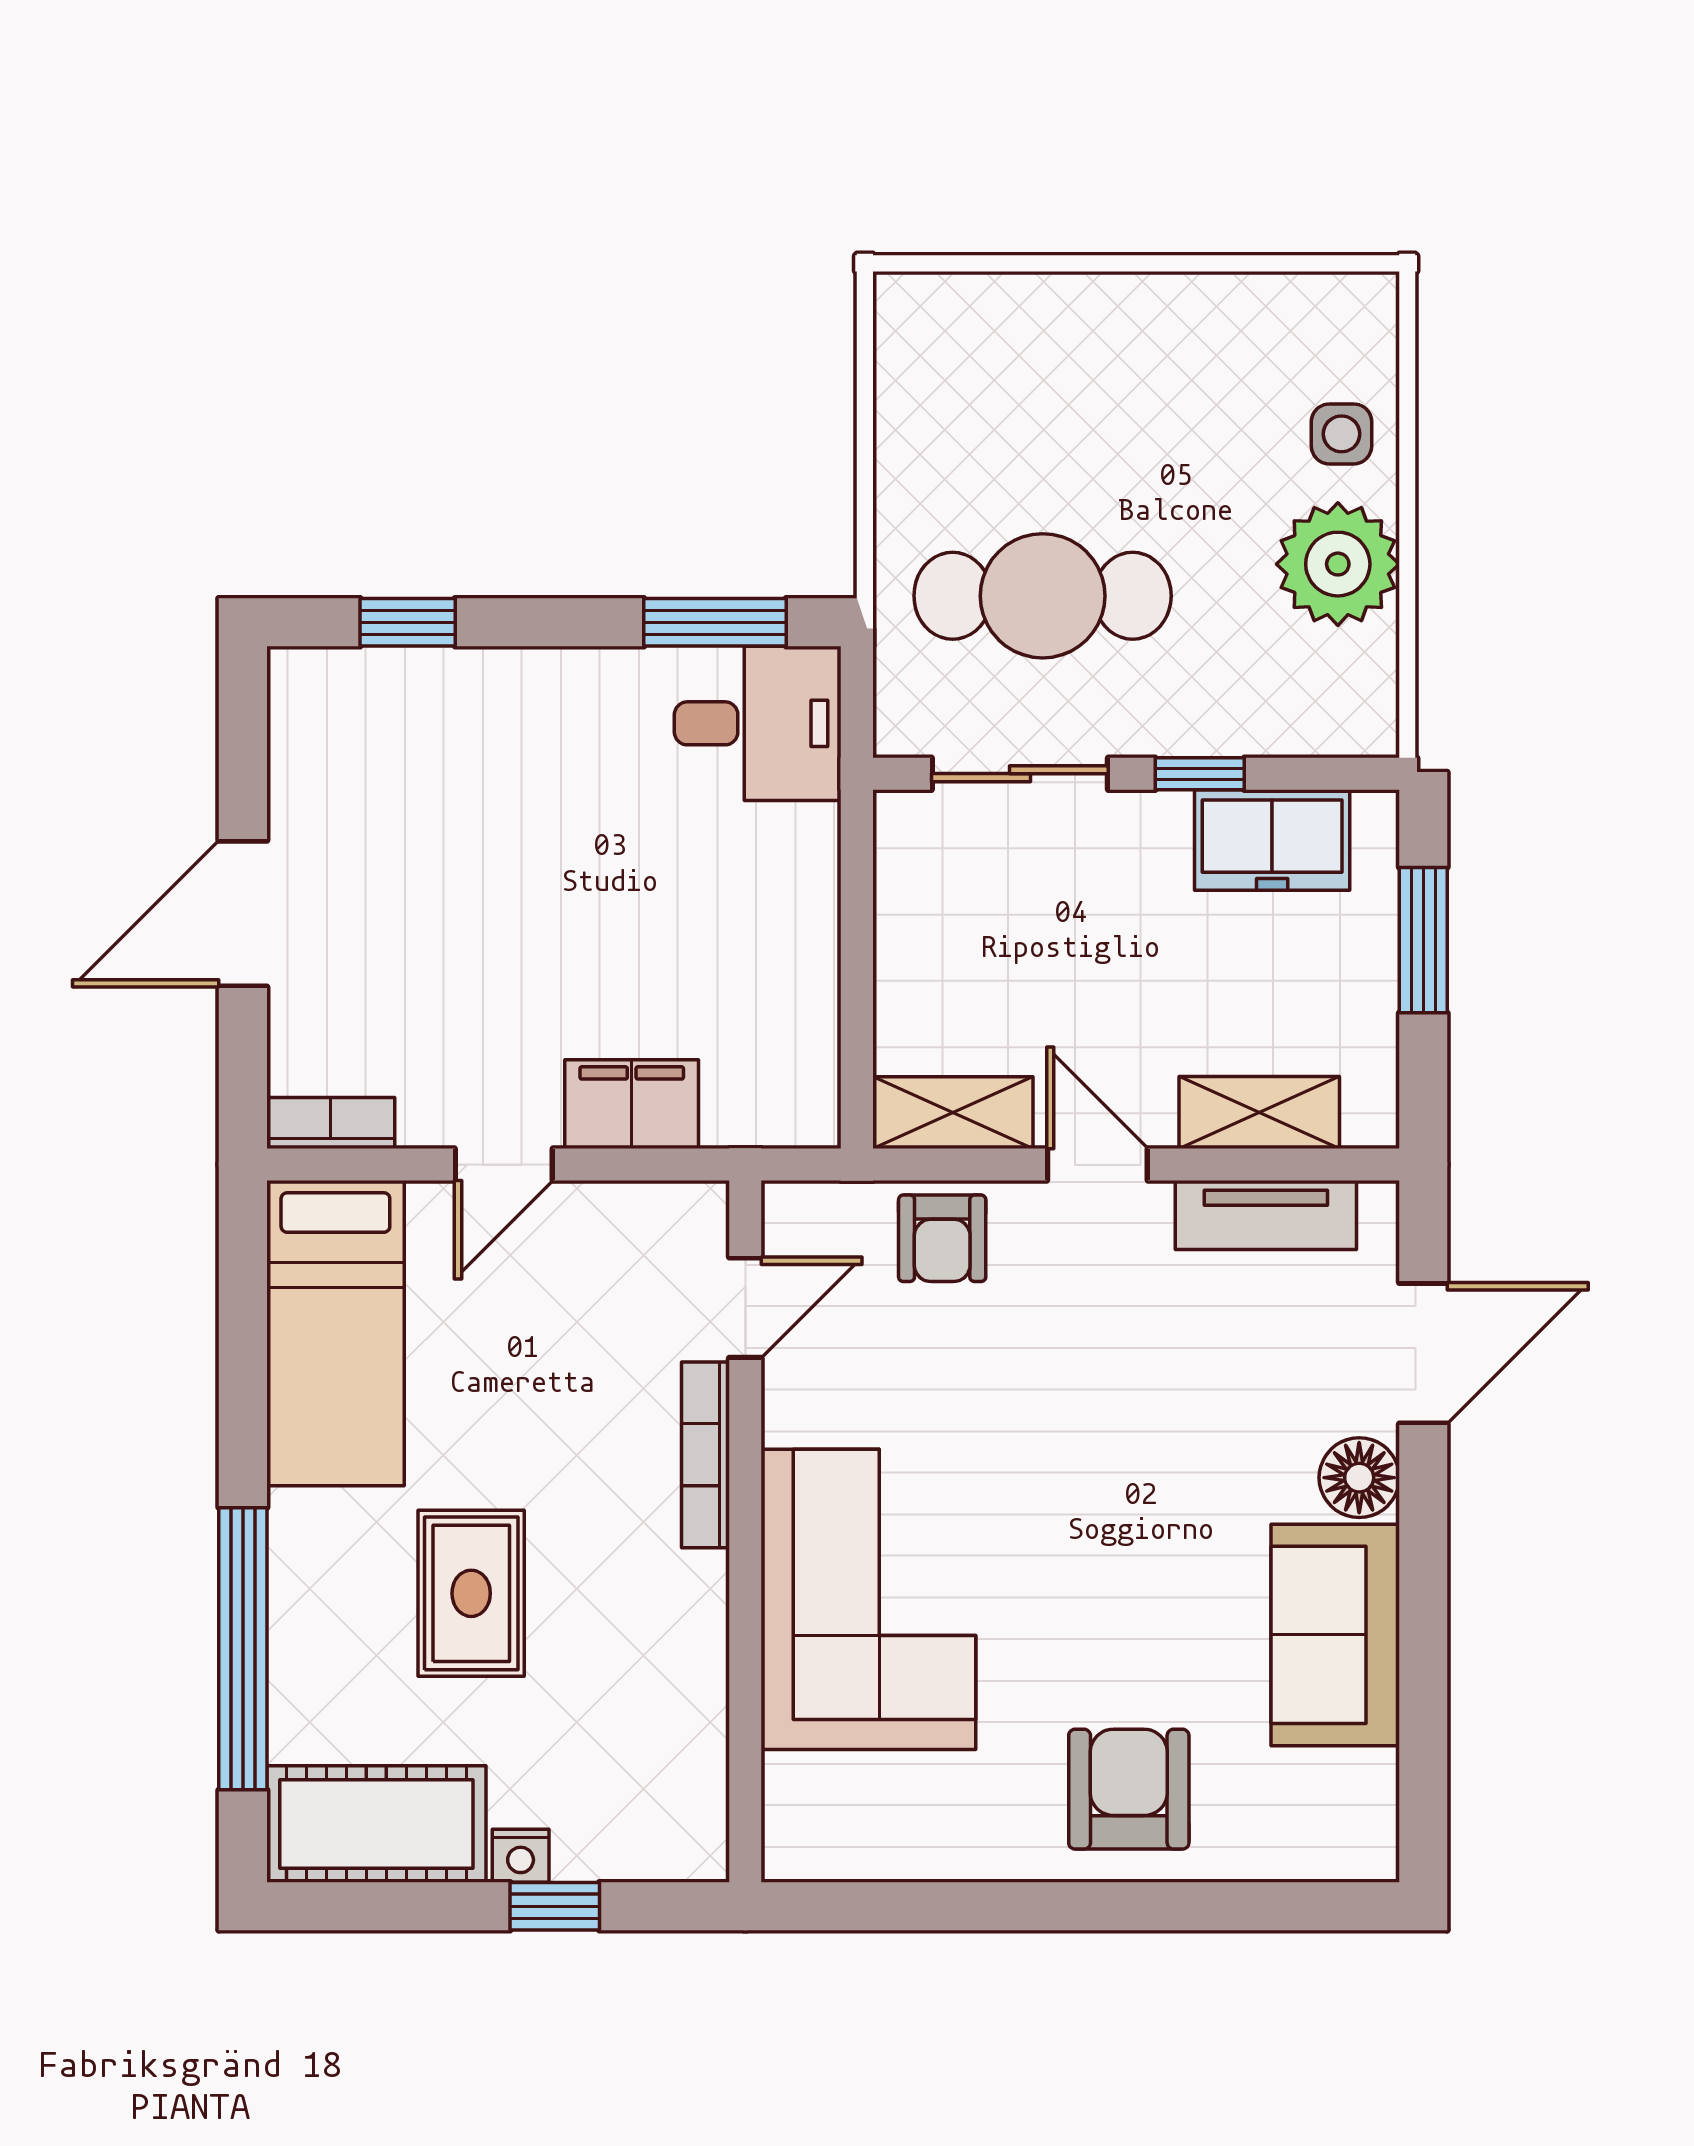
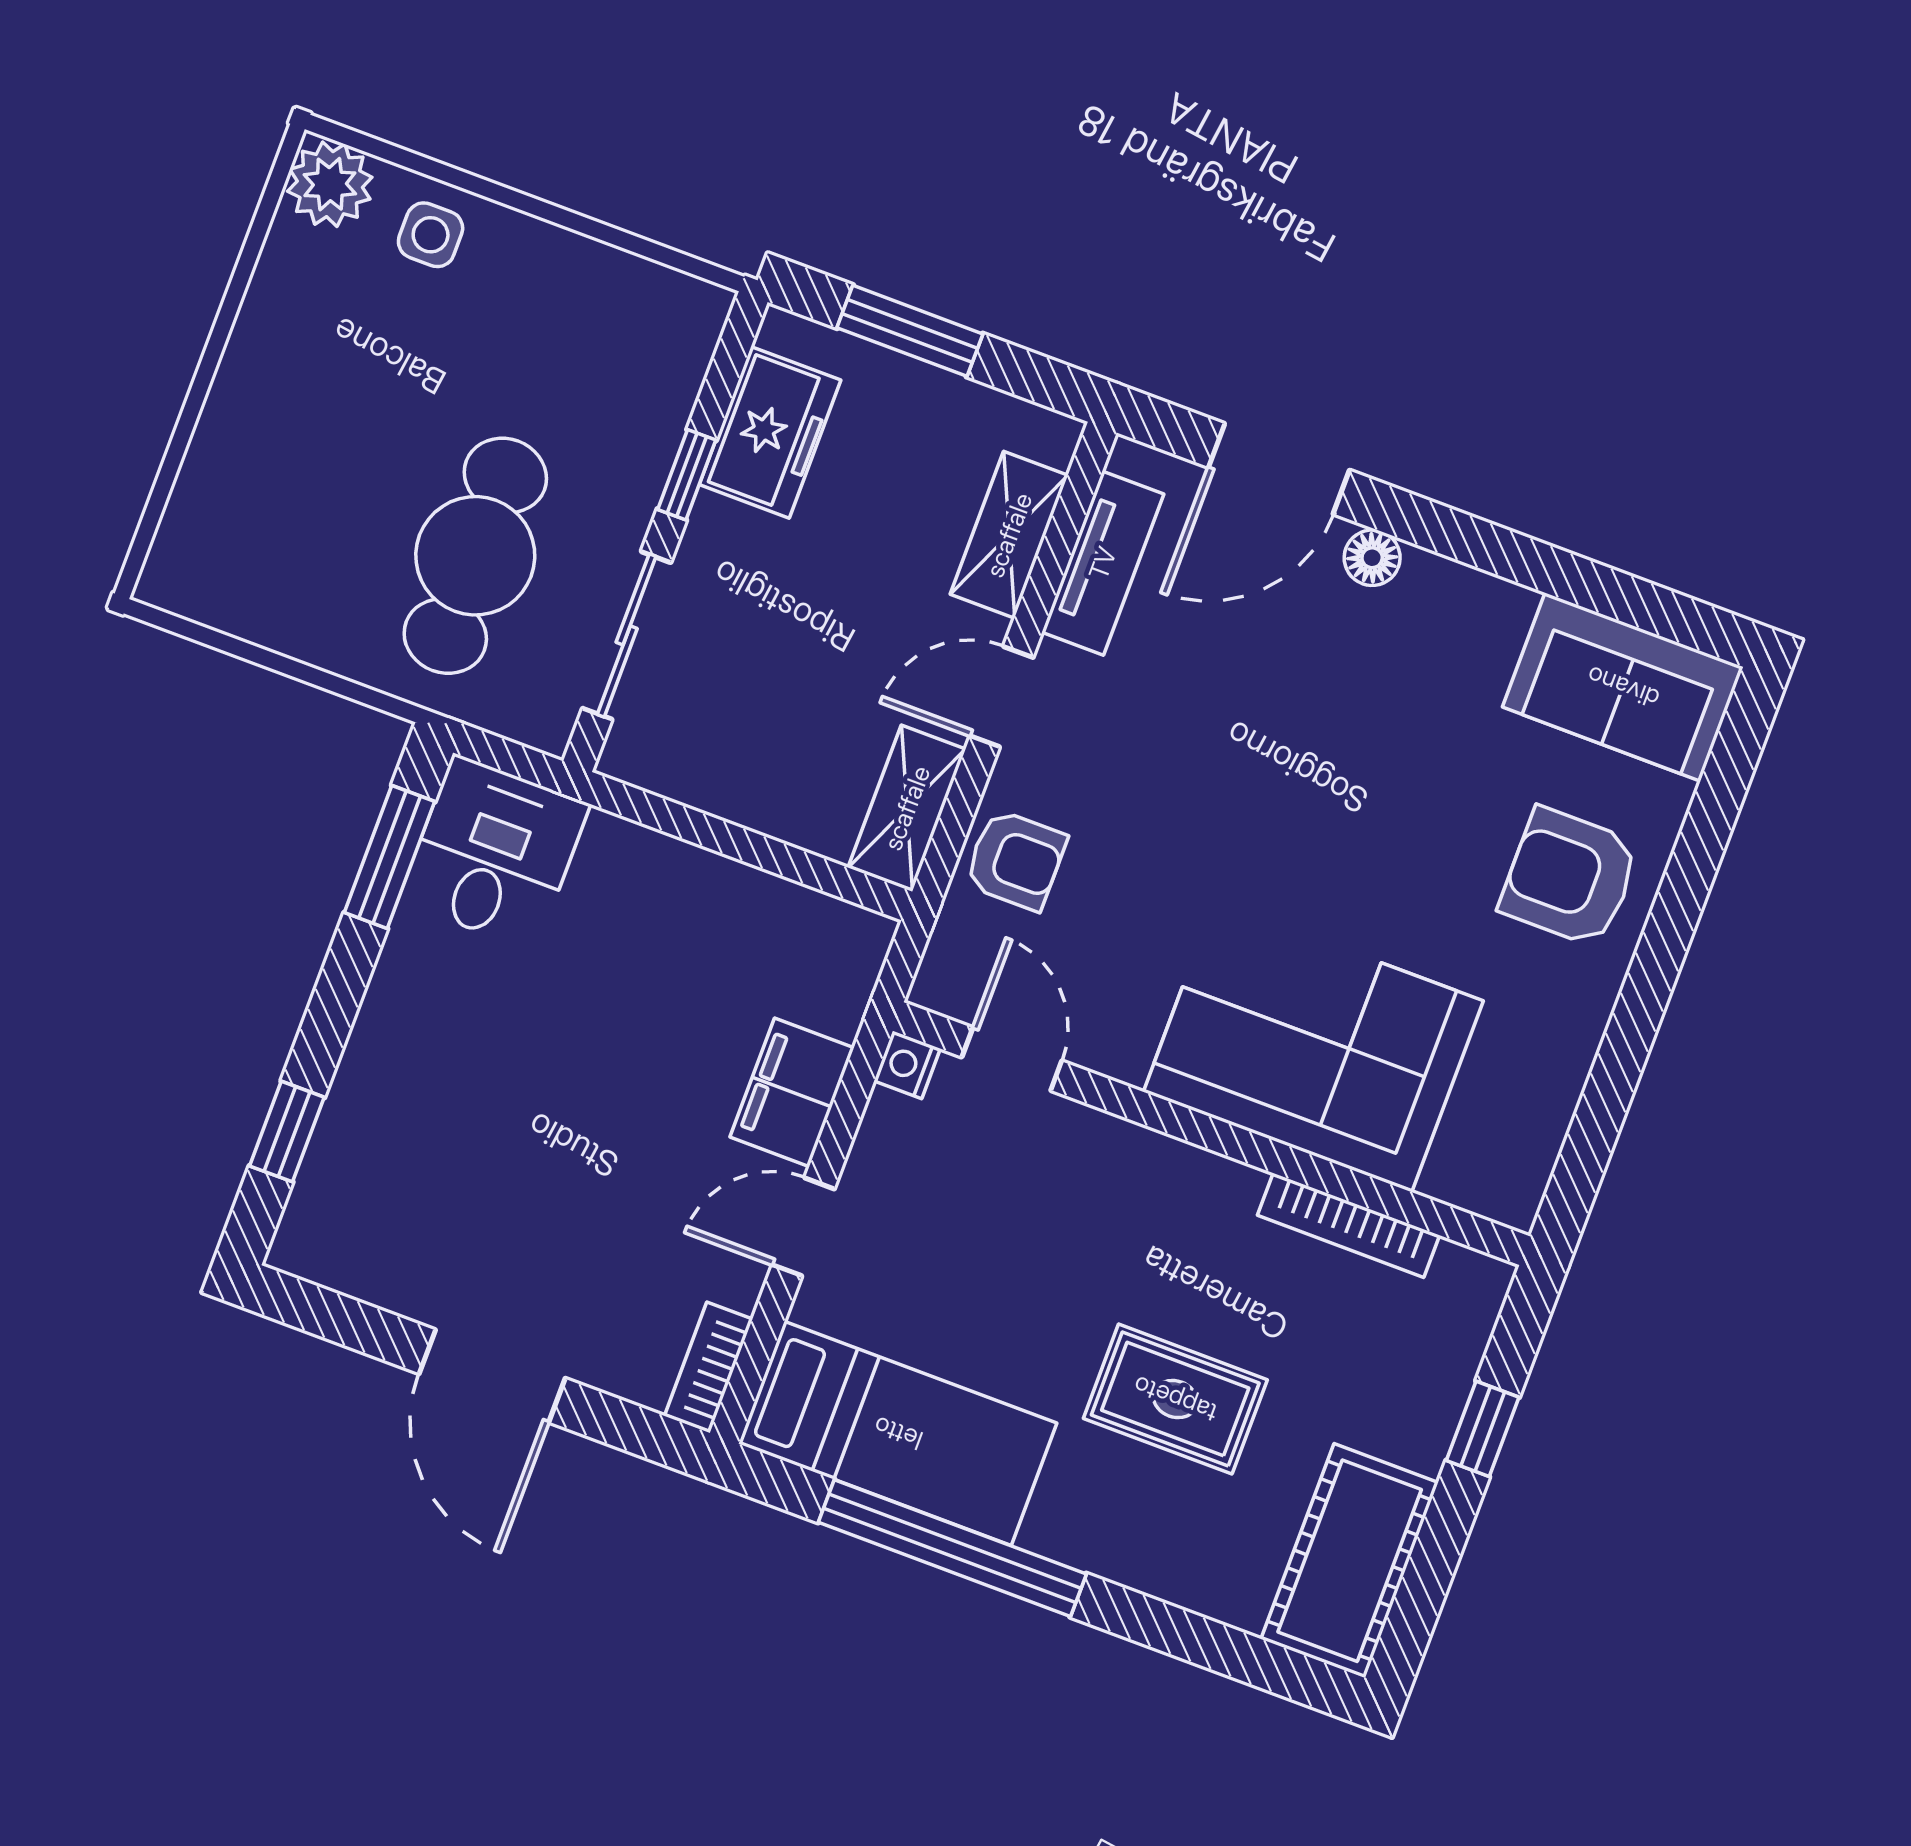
plant: (1338, 564) -> (330, 184), moved, width x0.73, depth x0.73
door: (504, 1165) -> (803, 1227), swing flipped
door: (1423, 1353) -> (1279, 469), swing flipped
bookcase: (706, 1455) -> (1349, 1225), moved
floor lamp: (1359, 1478) -> (1372, 558), width x0.73, depth x0.73
sofa: (1335, 1635) -> (1623, 687), moved
window: (243, 1649) -> (952, 1548), moved
nightstand: (521, 1856) -> (907, 1065), moved, turned 180

